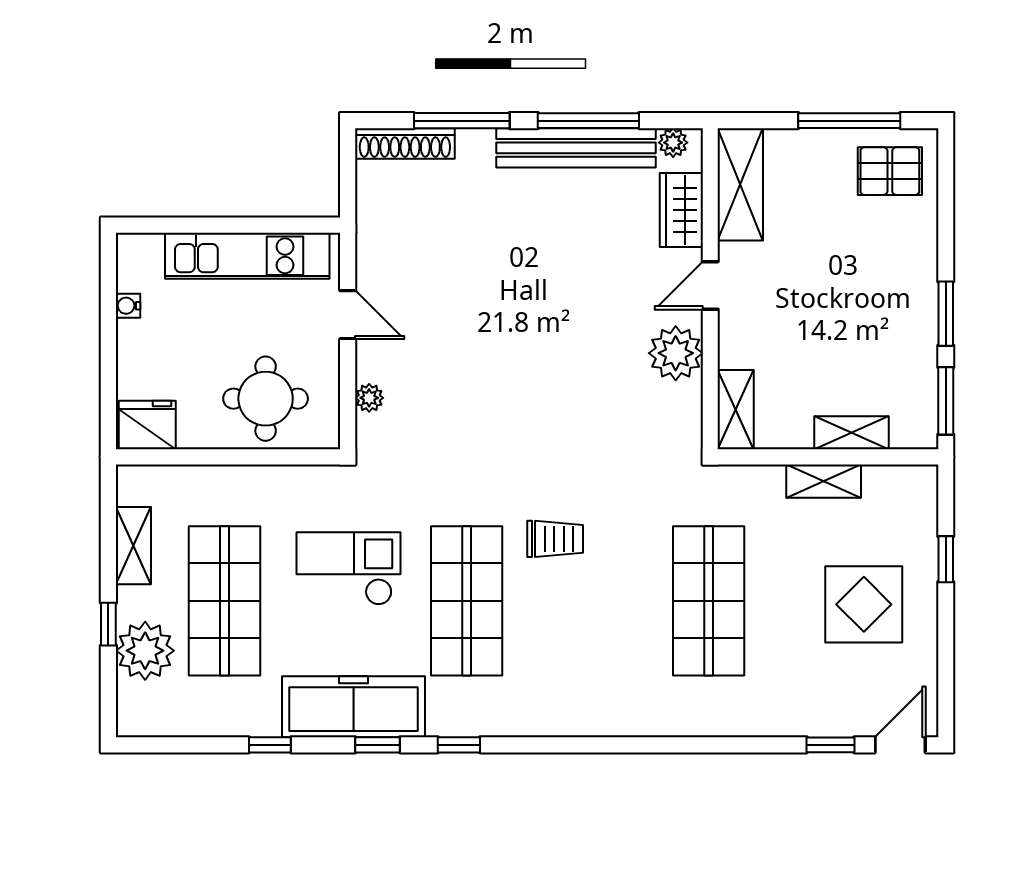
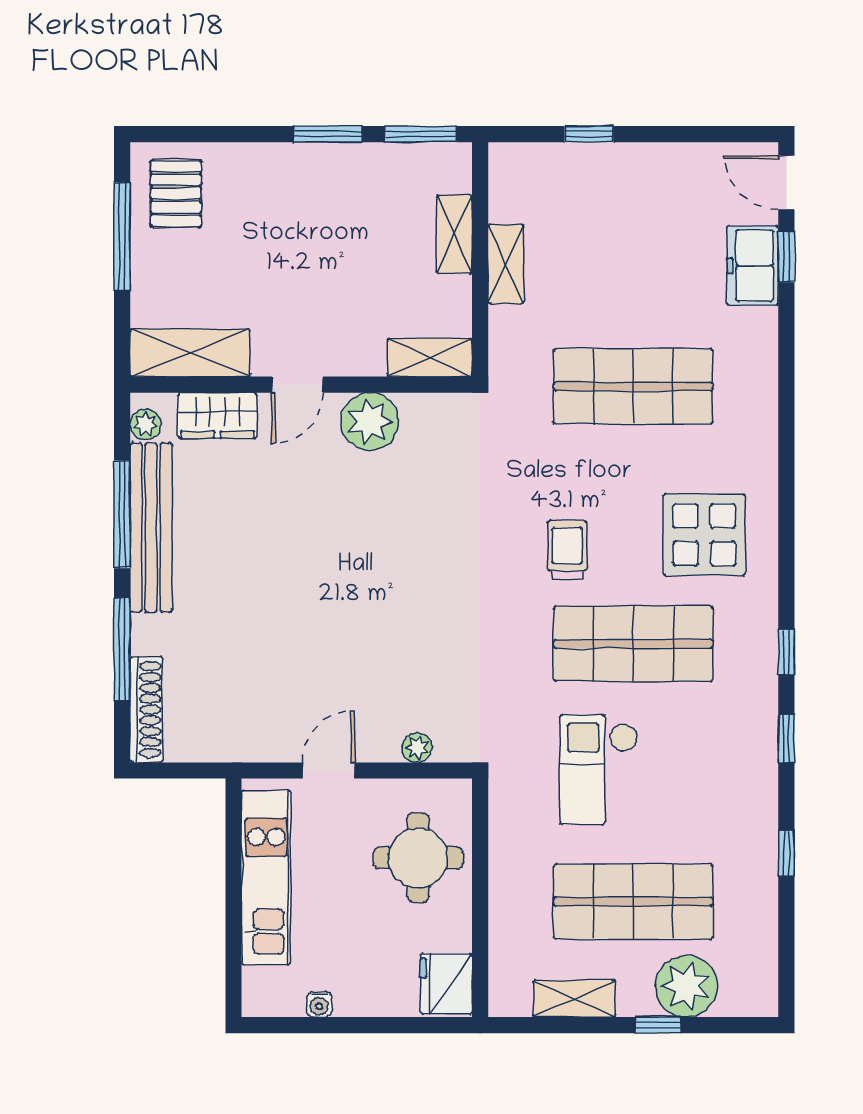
door: (710, 285) -> (298, 385), hinge flipped
display table: (864, 604) -> (704, 535), moved
freezer: (353, 707) -> (753, 266), moved, width x0.52, depth x0.79

